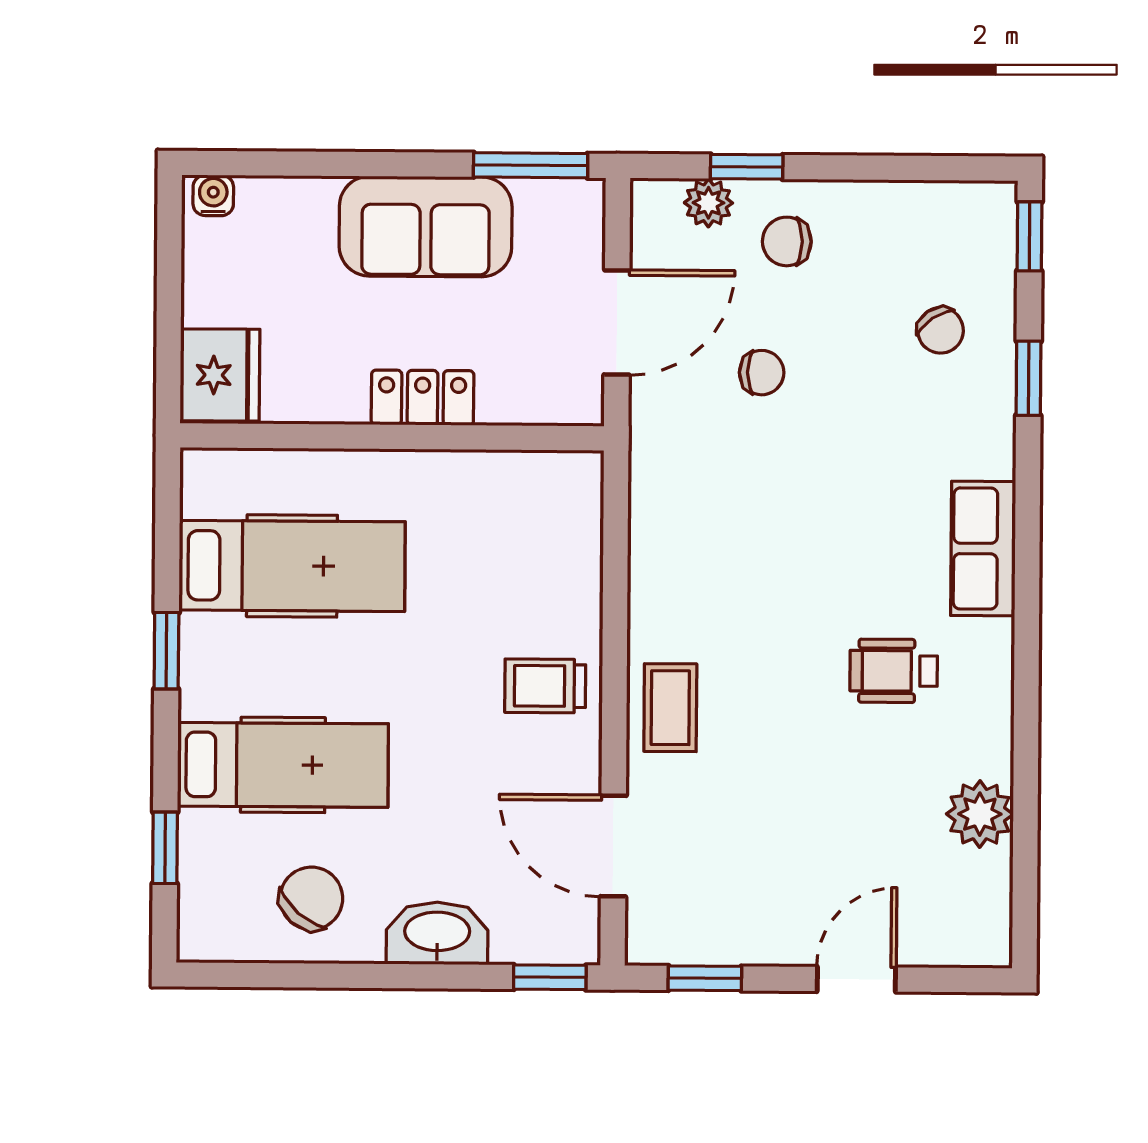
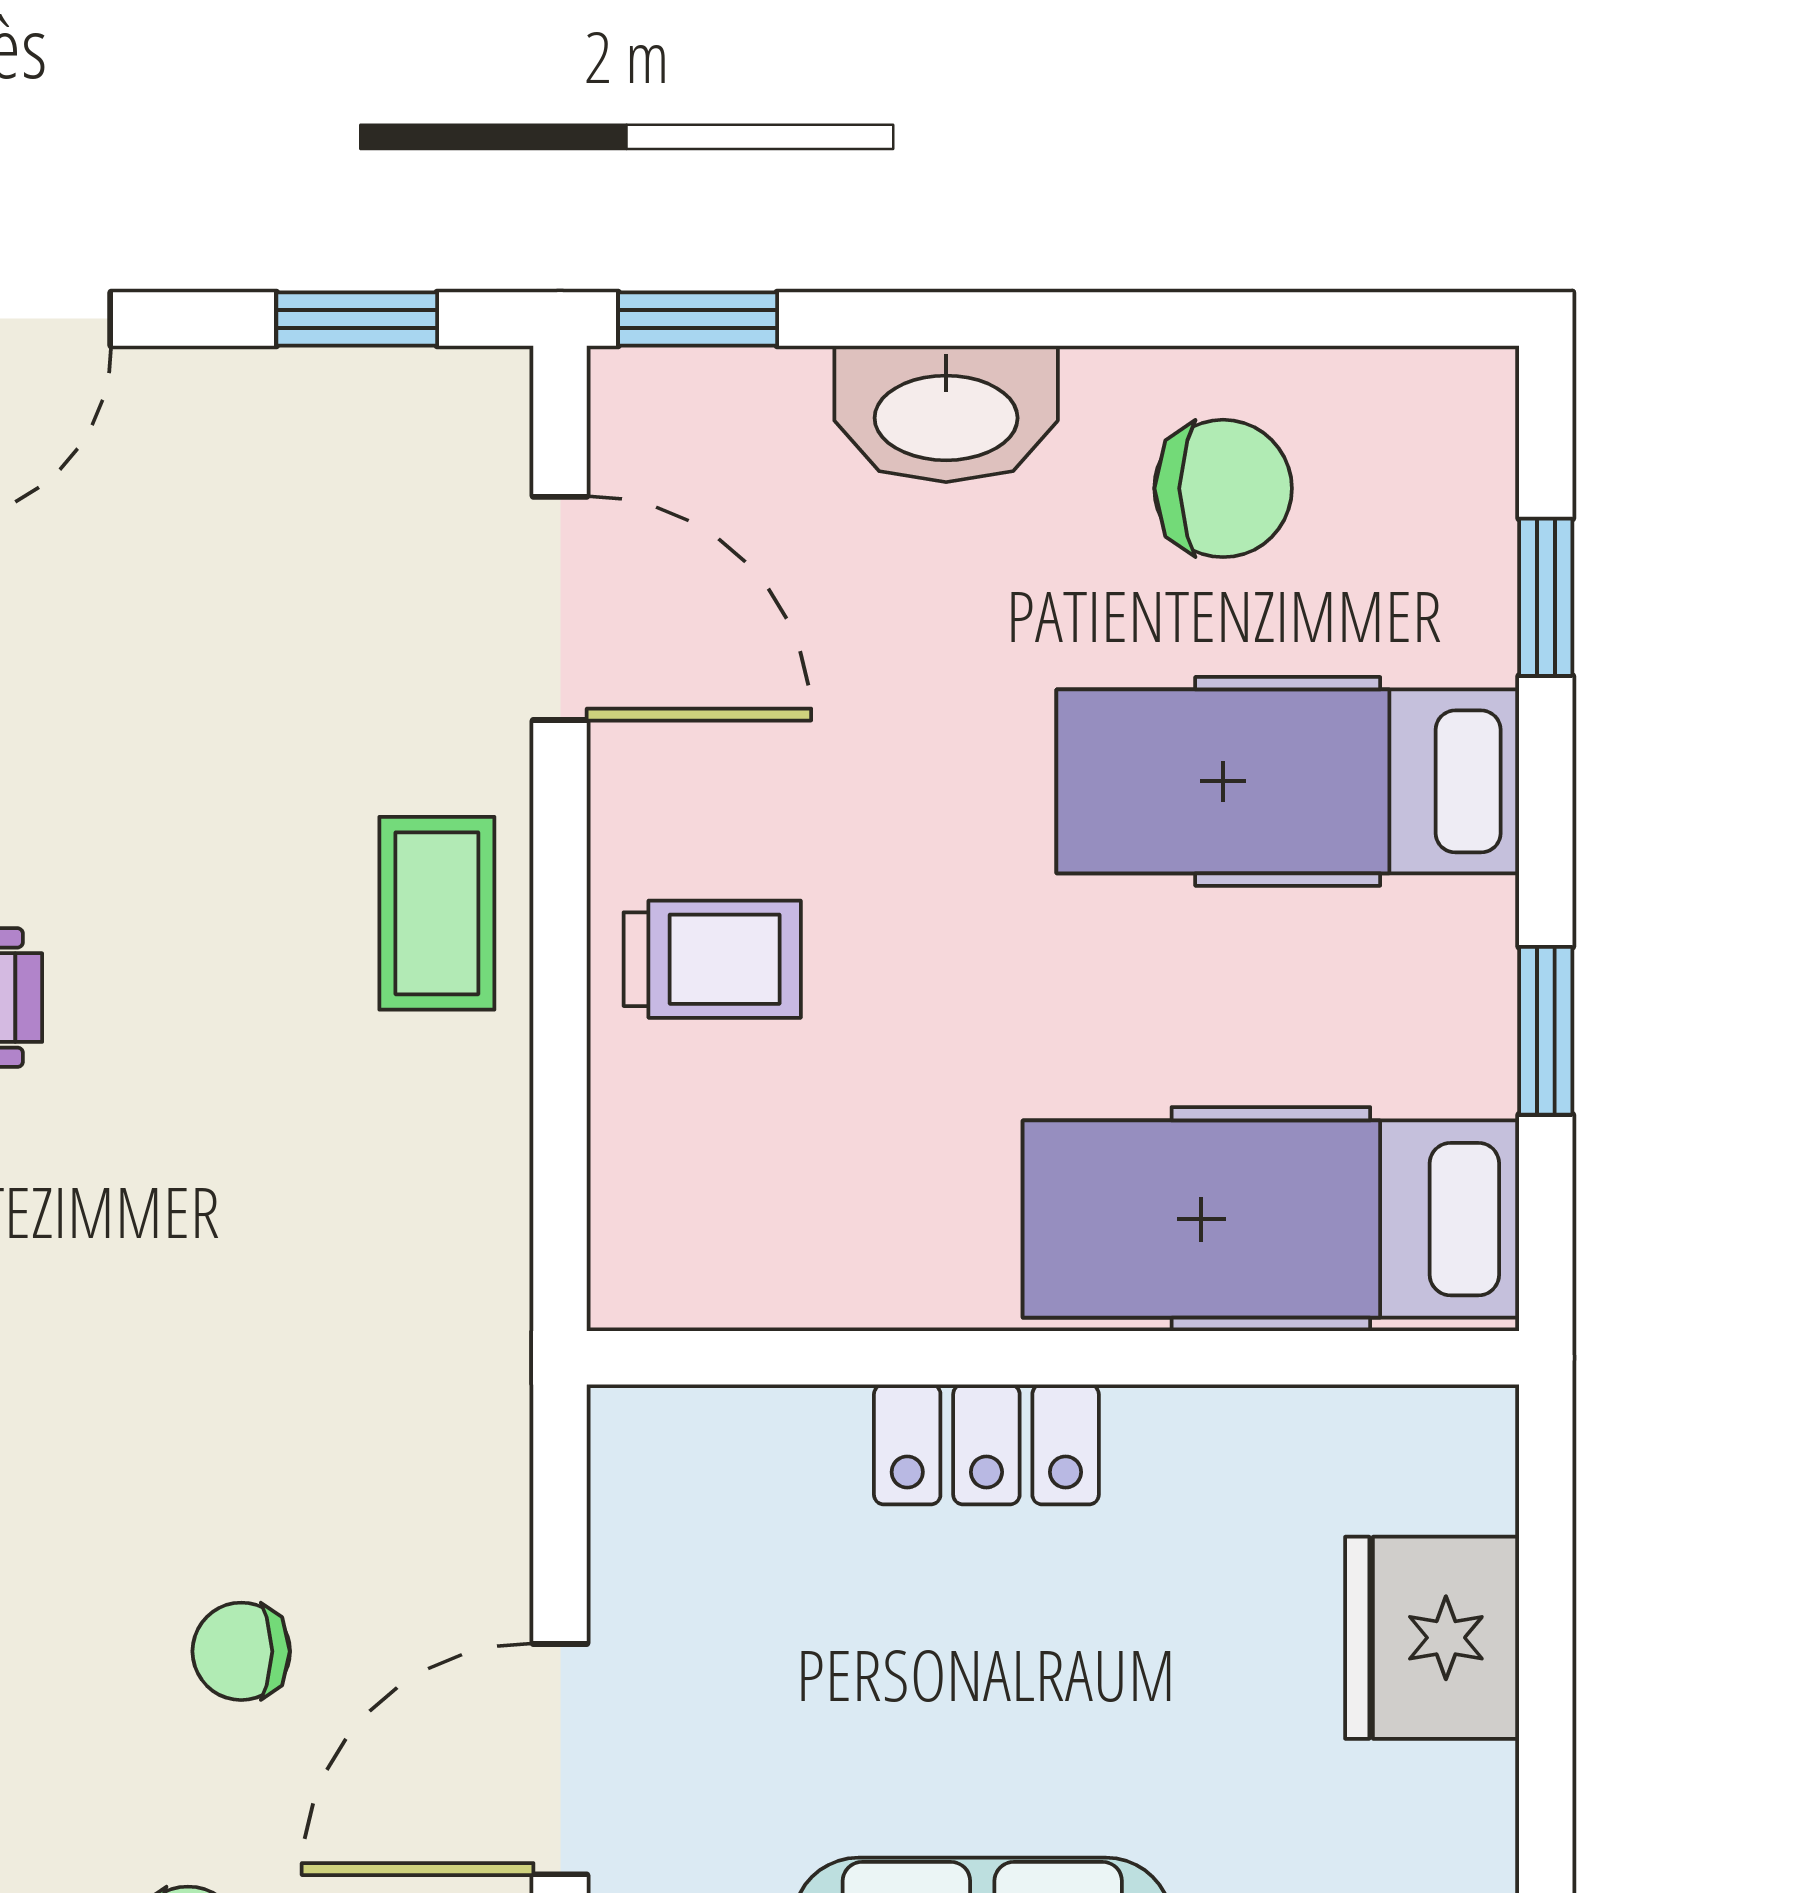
locker: (423, 398) -> (986, 1444), moved
wall: (392, 437) -> (1053, 1358), moved
chair: (311, 898) -> (1223, 488), turned -131

